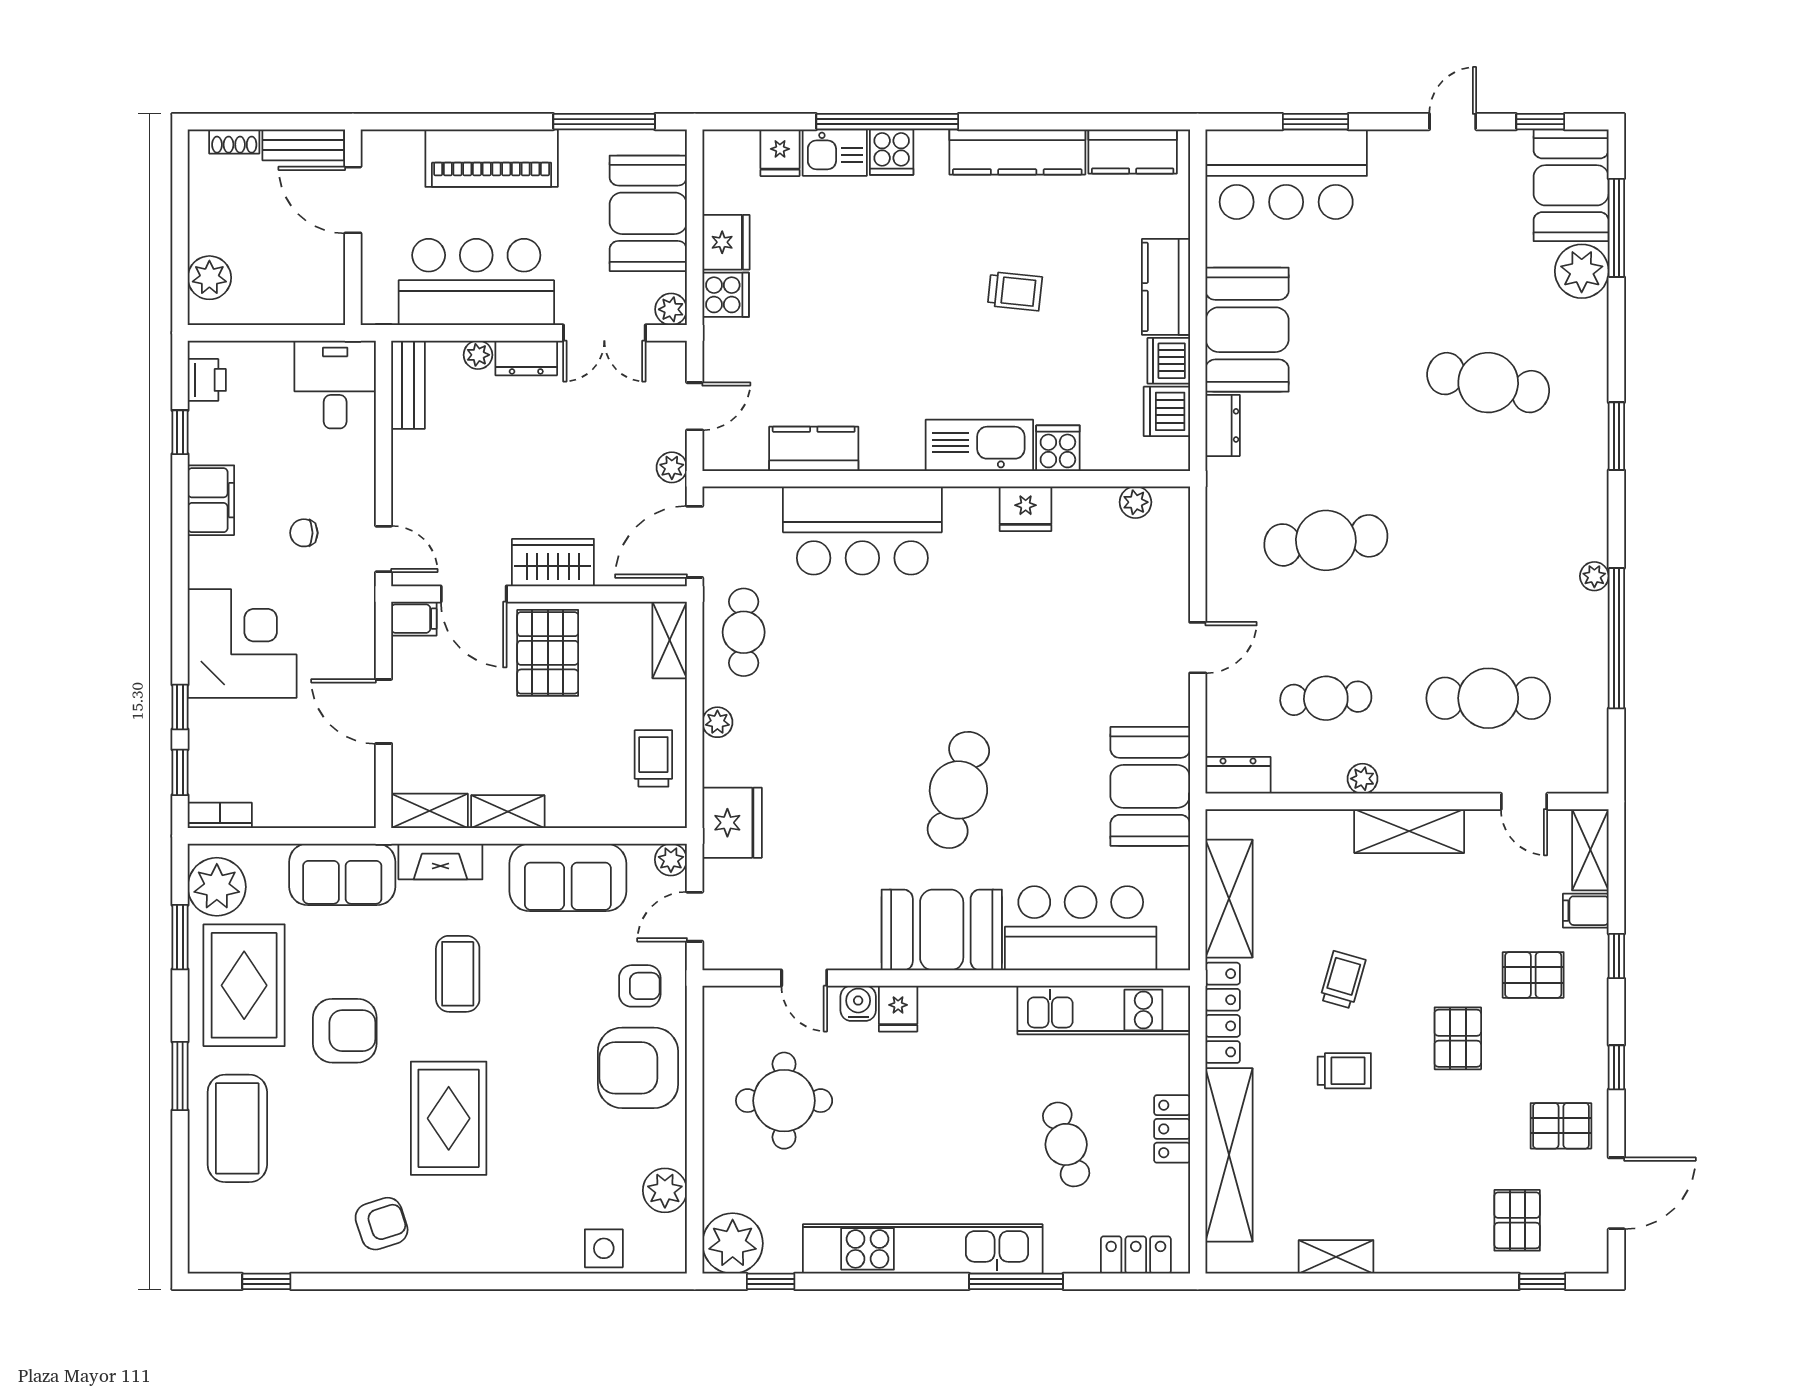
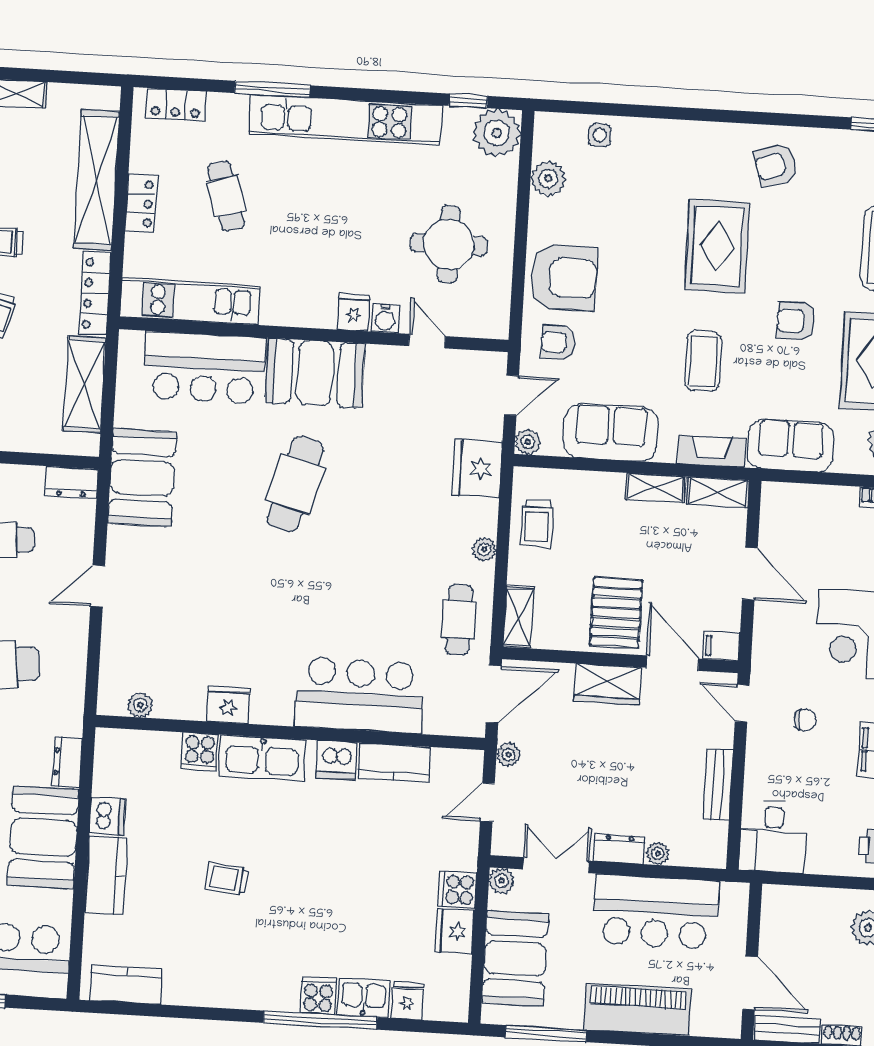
kitchen counter: (1017, 152) -> (218, 990), removed
bench: (408, 385) -> (718, 785), moved
dishwasher: (1167, 411) -> (337, 760), moved, turned 90
armchair: (345, 1031) -> (796, 321), width x0.72, depth x0.72
side table: (604, 1248) -> (600, 135), width x0.73, depth x0.73

